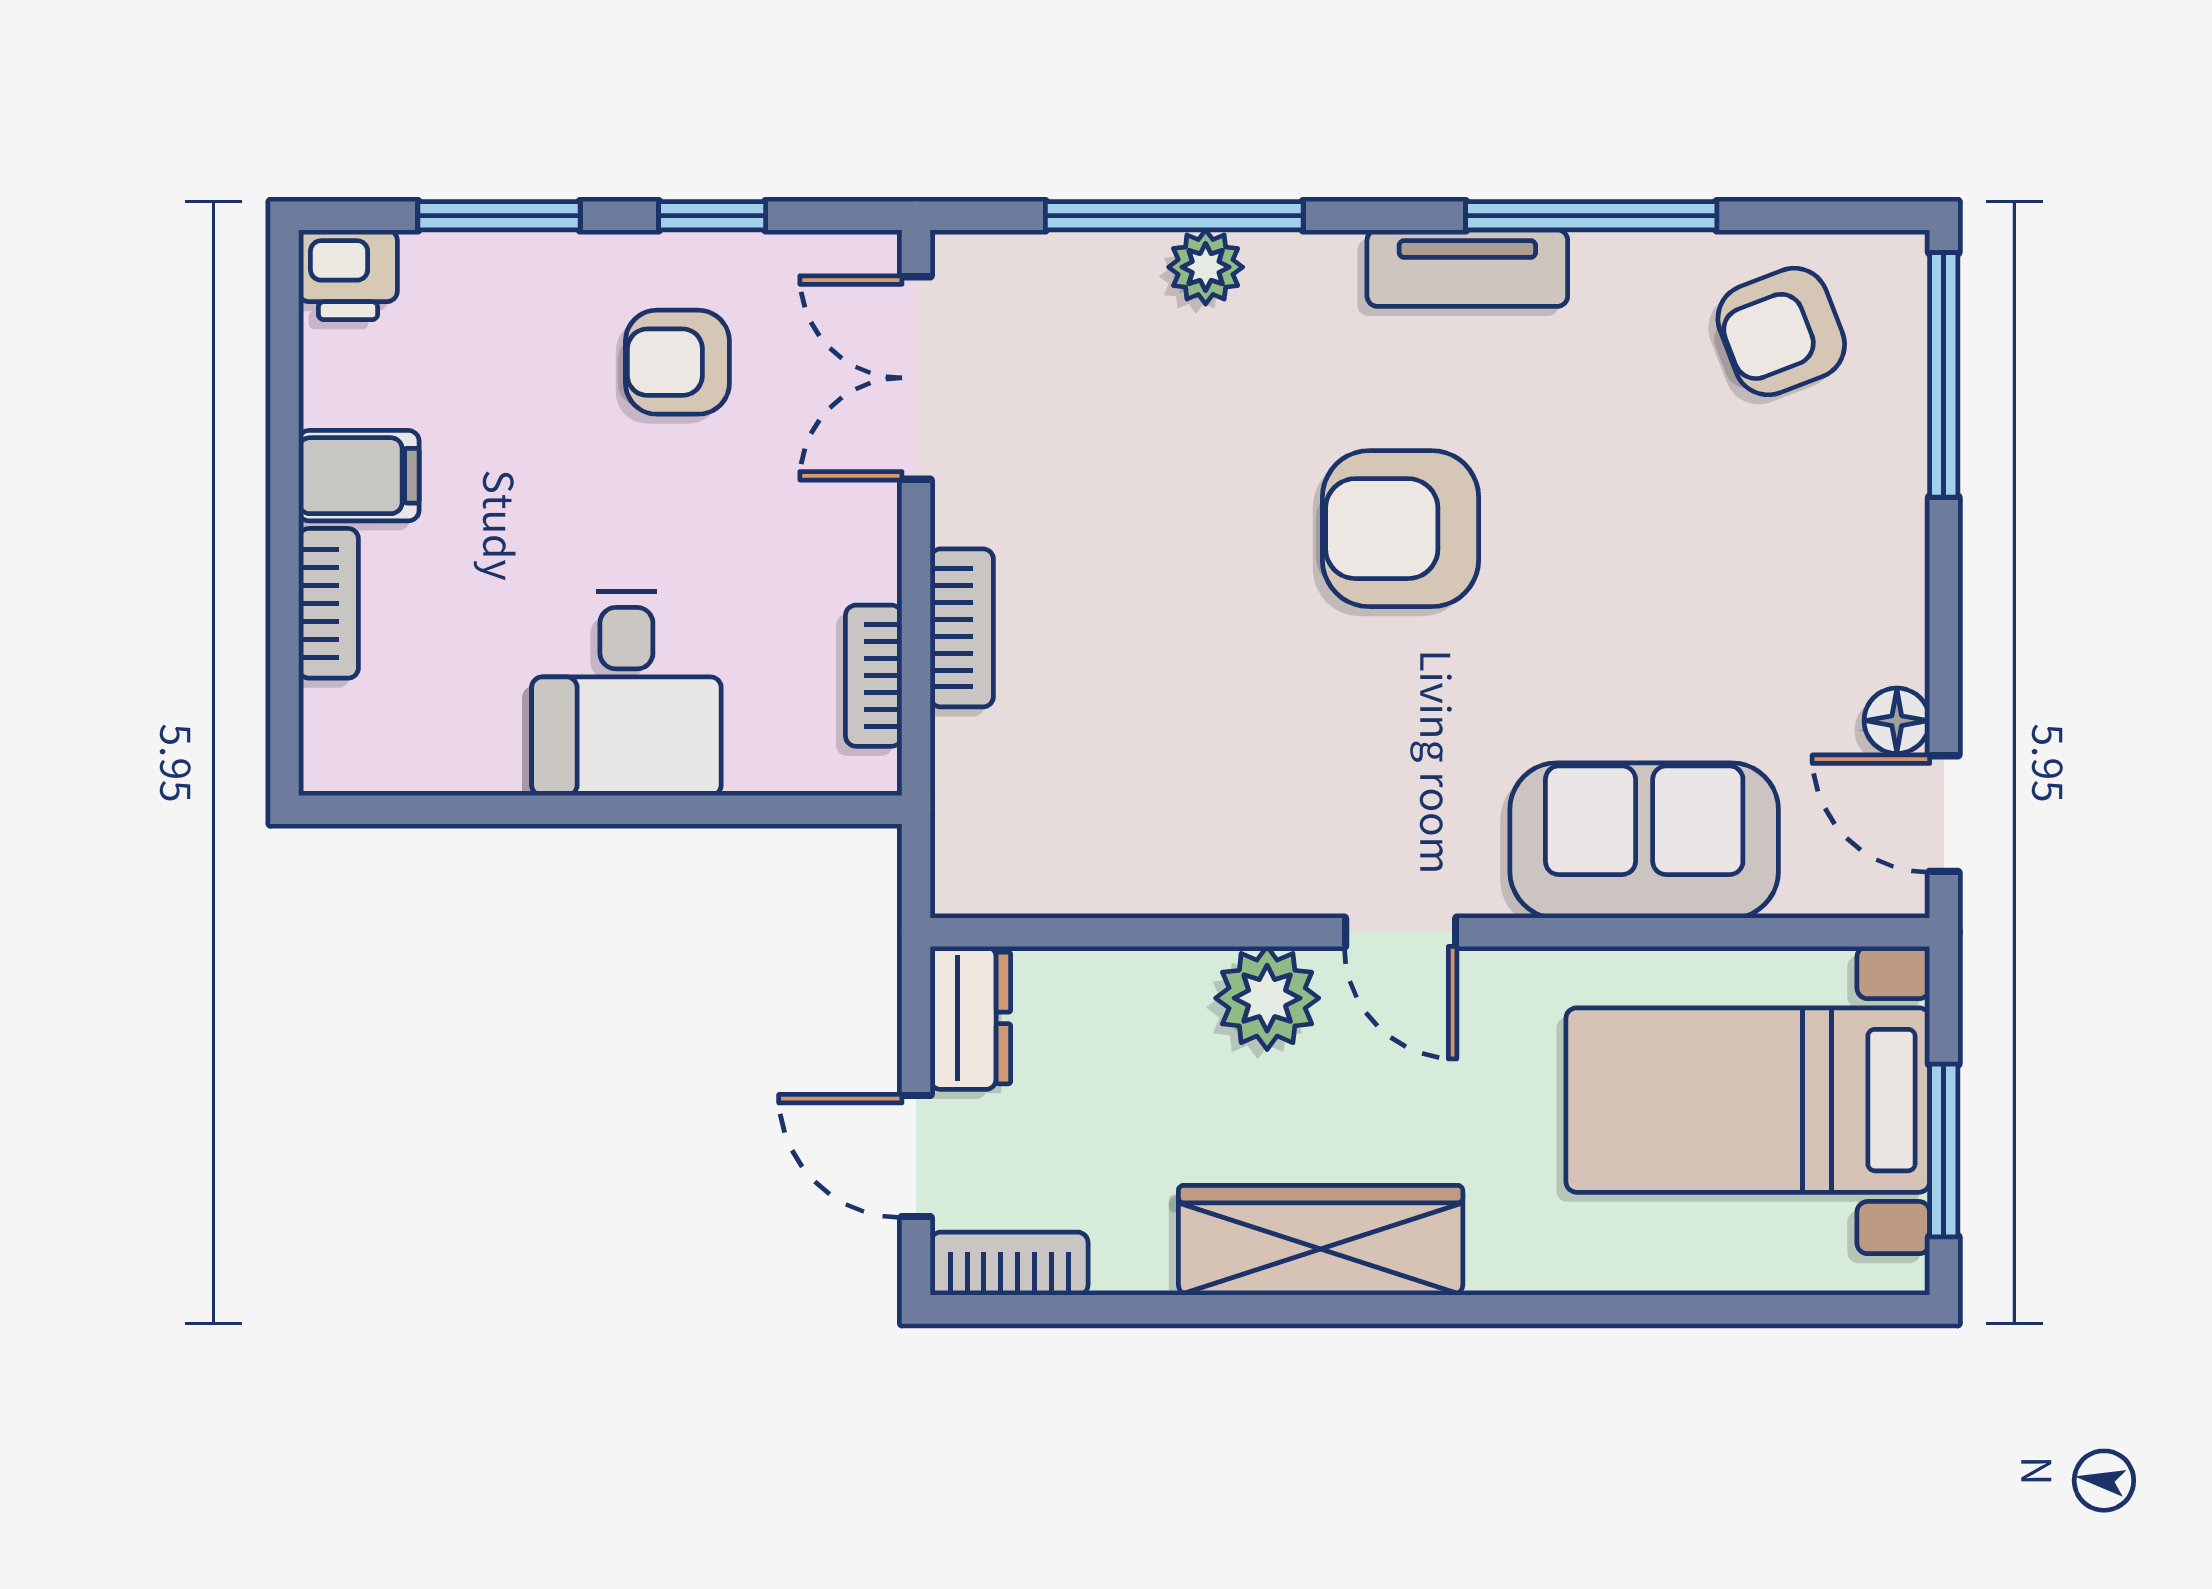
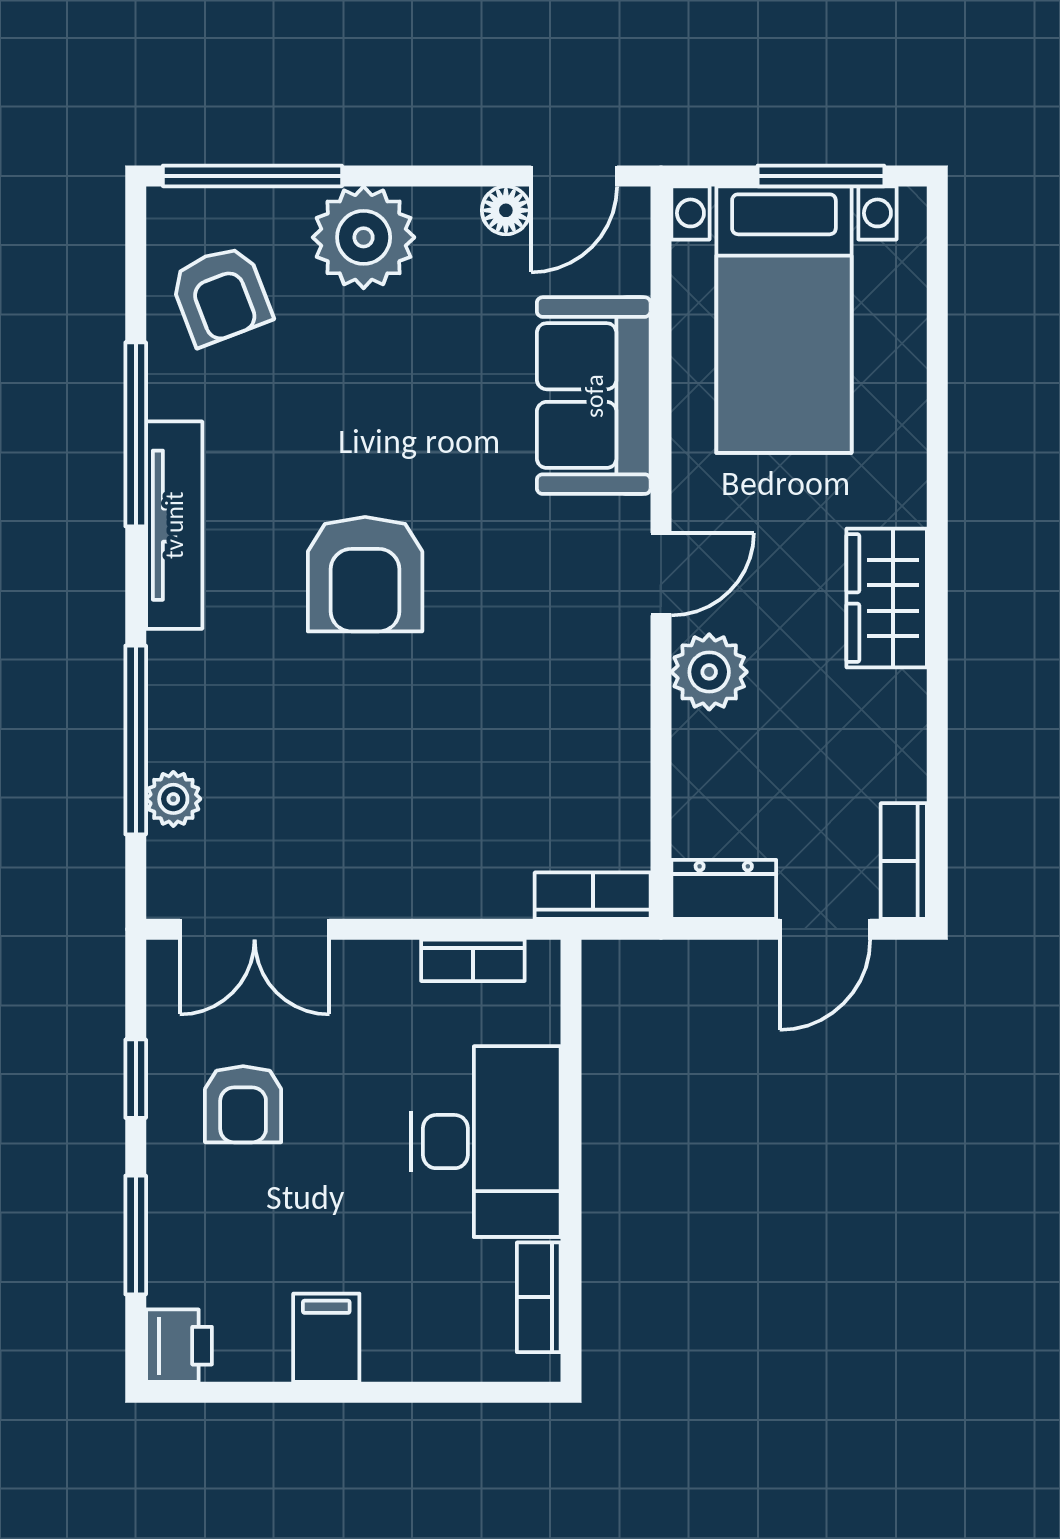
plant: (1206, 267) -> (173, 799), moved
tv unit: (1467, 268) -> (174, 525), width x1.41
plant: (1860, 527) -> (364, 237), added
bookcase: (329, 603) -> (539, 1297), moved, turned -90
bookcase: (962, 628) -> (593, 896), moved
desk: (626, 693) -> (486, 1142), width x1.37
wardrobe: (1321, 1240) -> (887, 598), width x0.67

